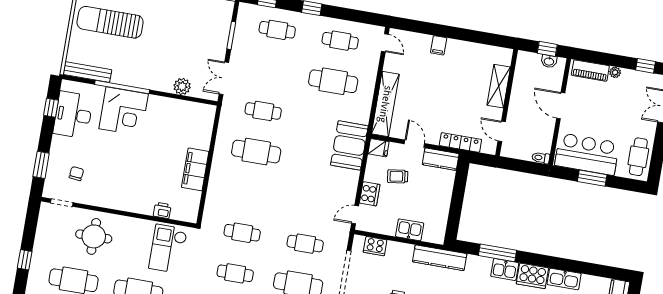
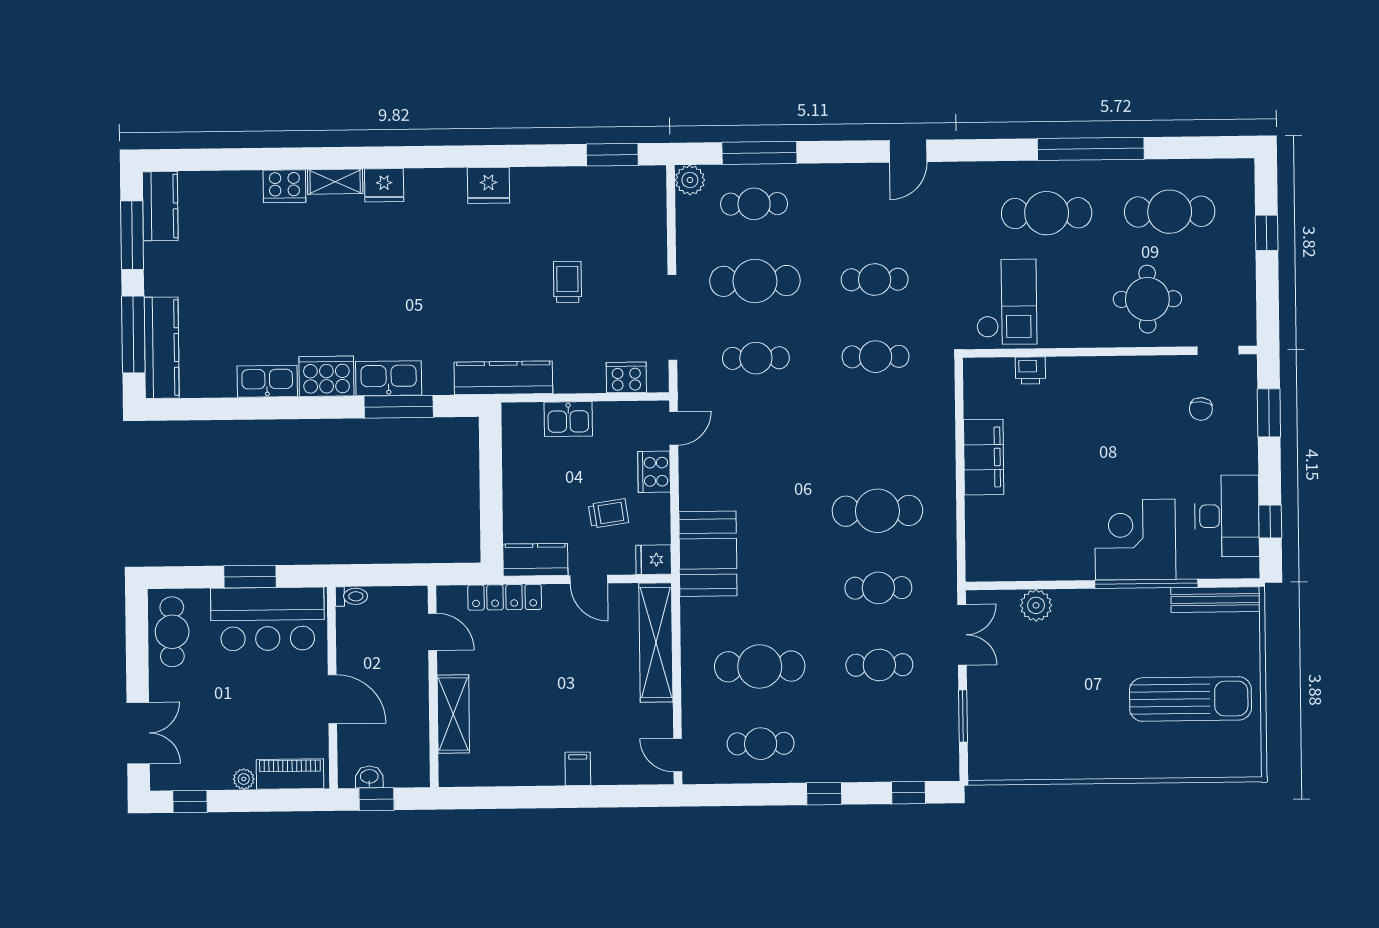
cafe table: (277, 30) -> (879, 665), moved
kitchen sink: (505, 270) -> (389, 378), width x1.38

